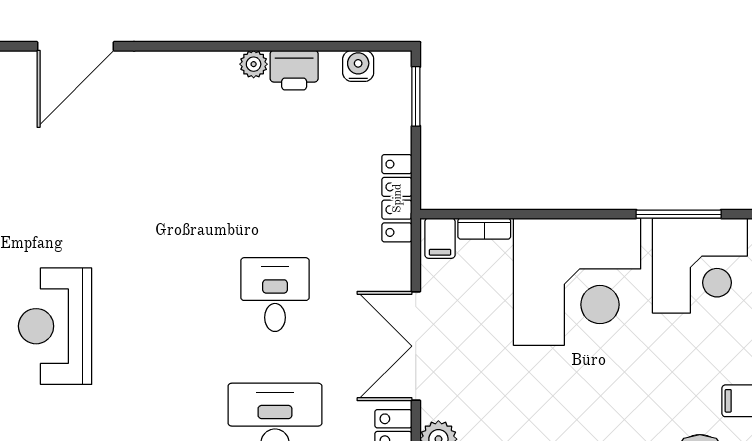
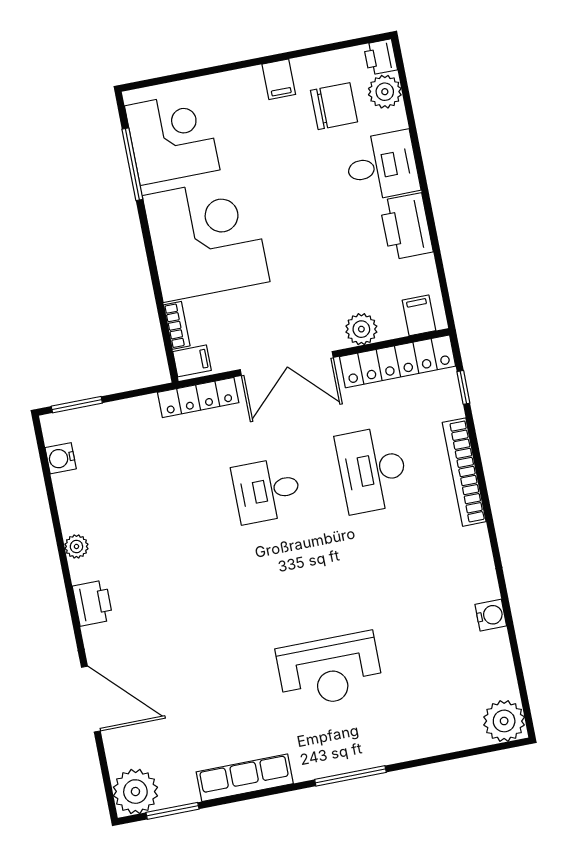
printer: (294, 70) -> (93, 603), moved
locker: (397, 198) -> (198, 397), moved

